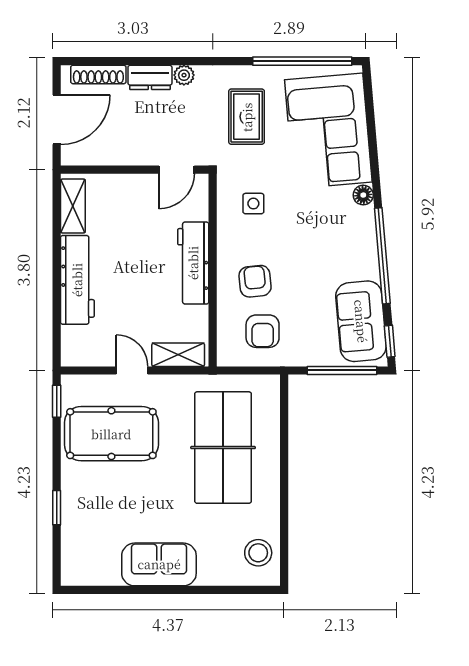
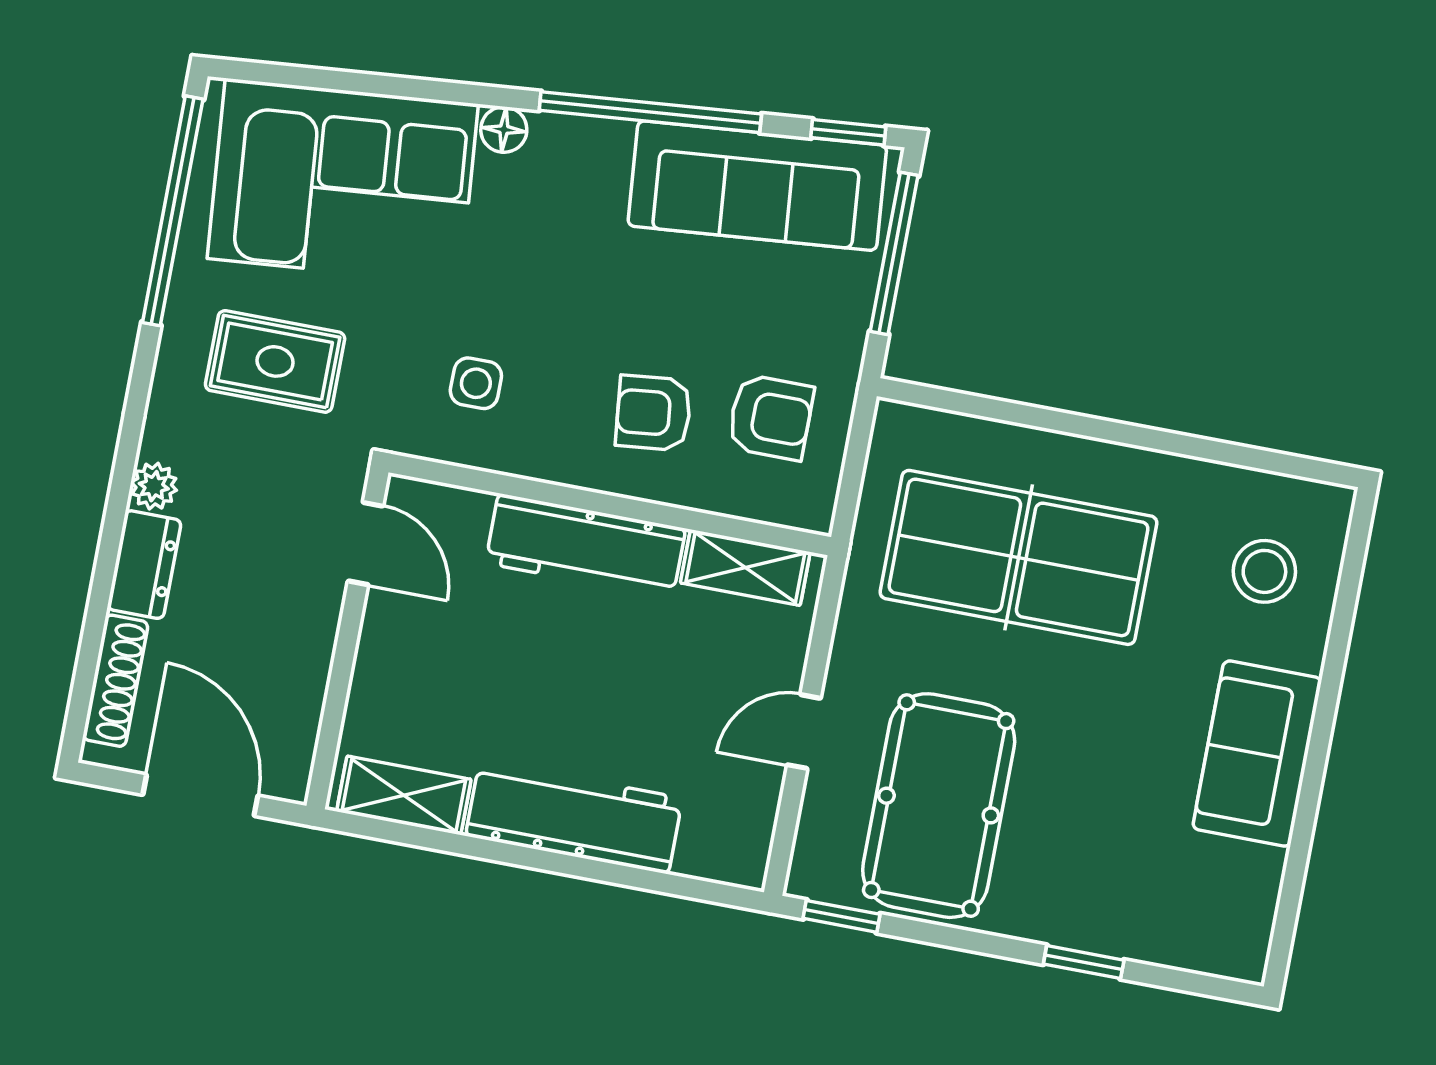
sofa: (361, 321) -> (757, 186), width x1.36
shelving: (178, 355) -> (745, 567), moved, turned 90
stool: (258, 553) -> (1264, 571), moved

